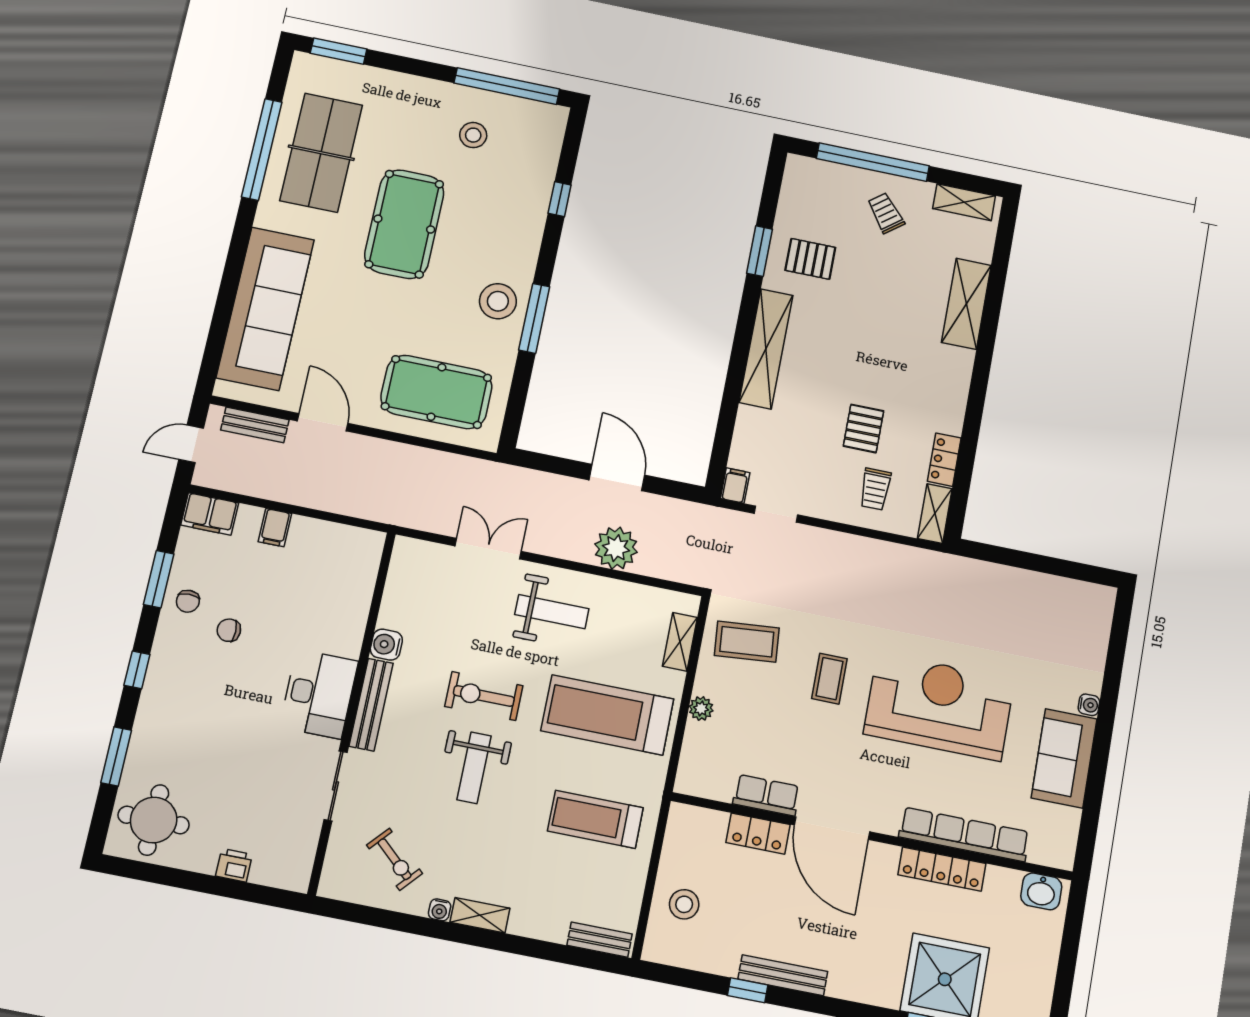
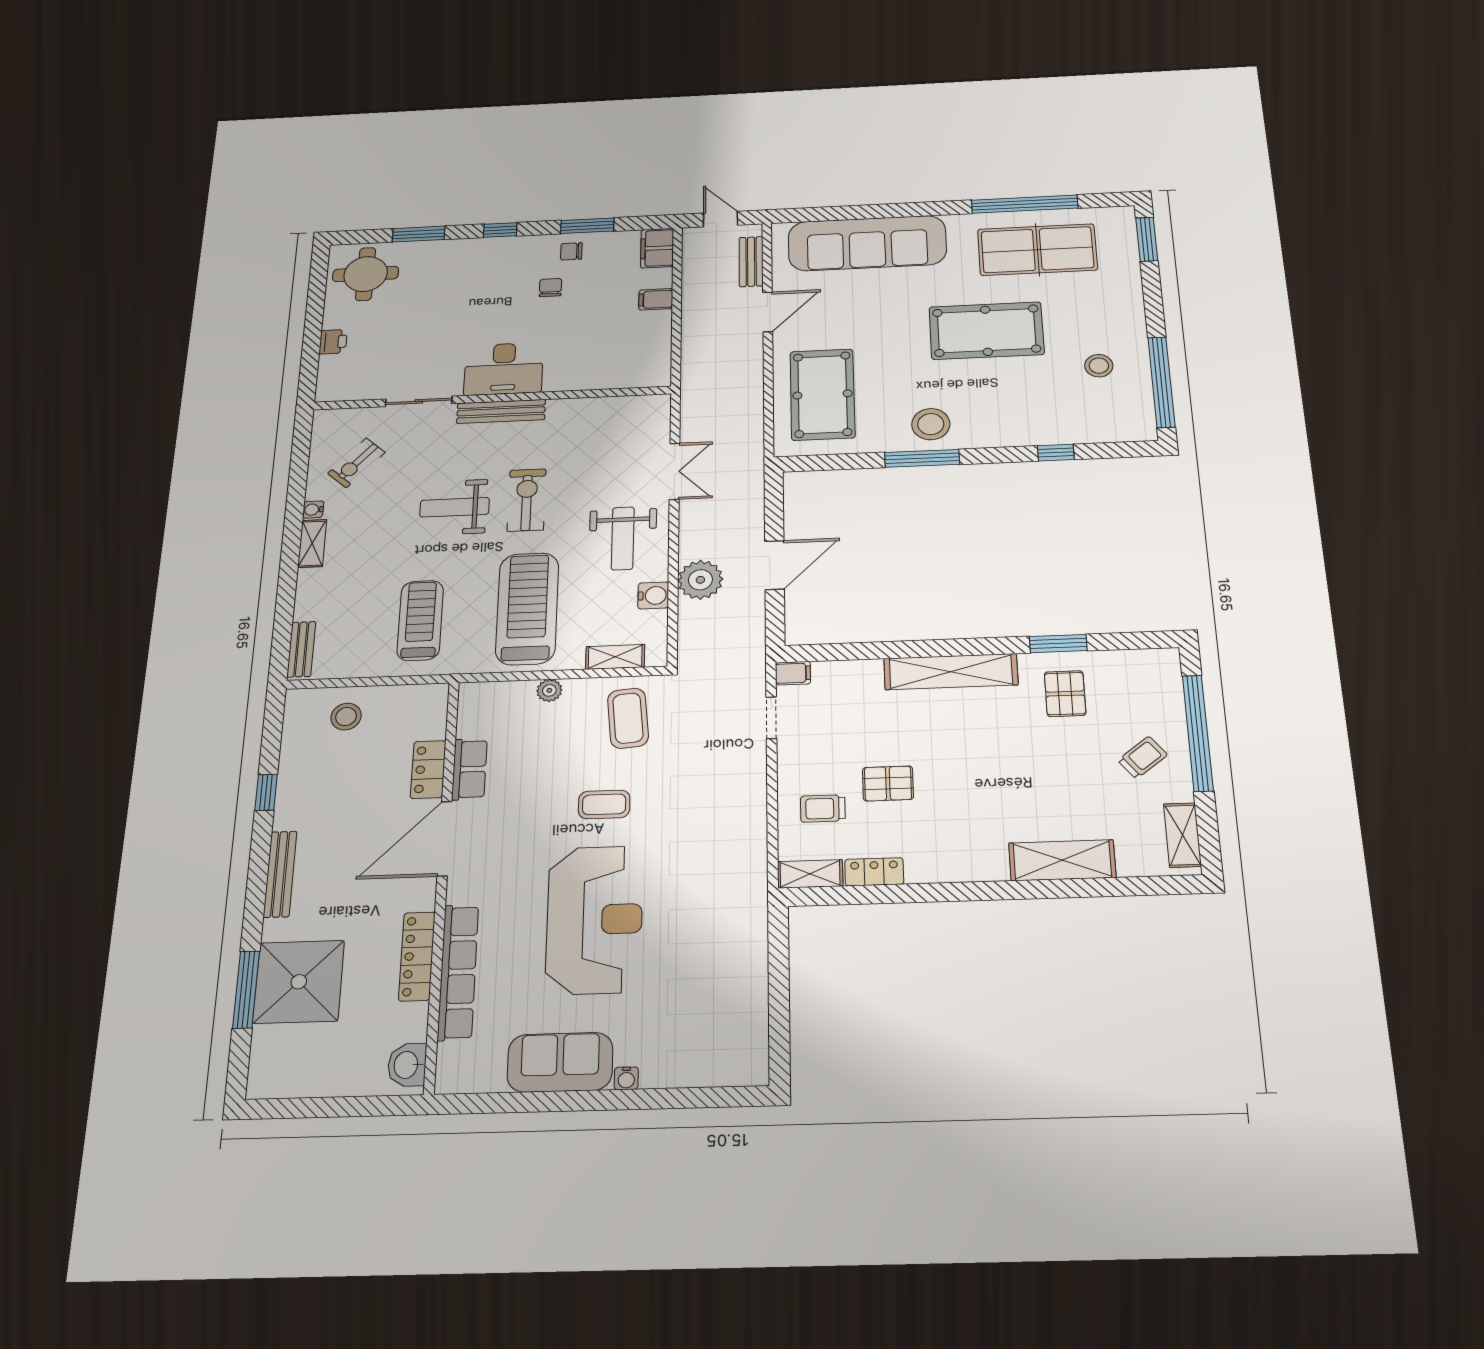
water cooler: (386, 645) -> (653, 595), moved, turned 90
bench: (783, 975) -> (280, 874), moved

